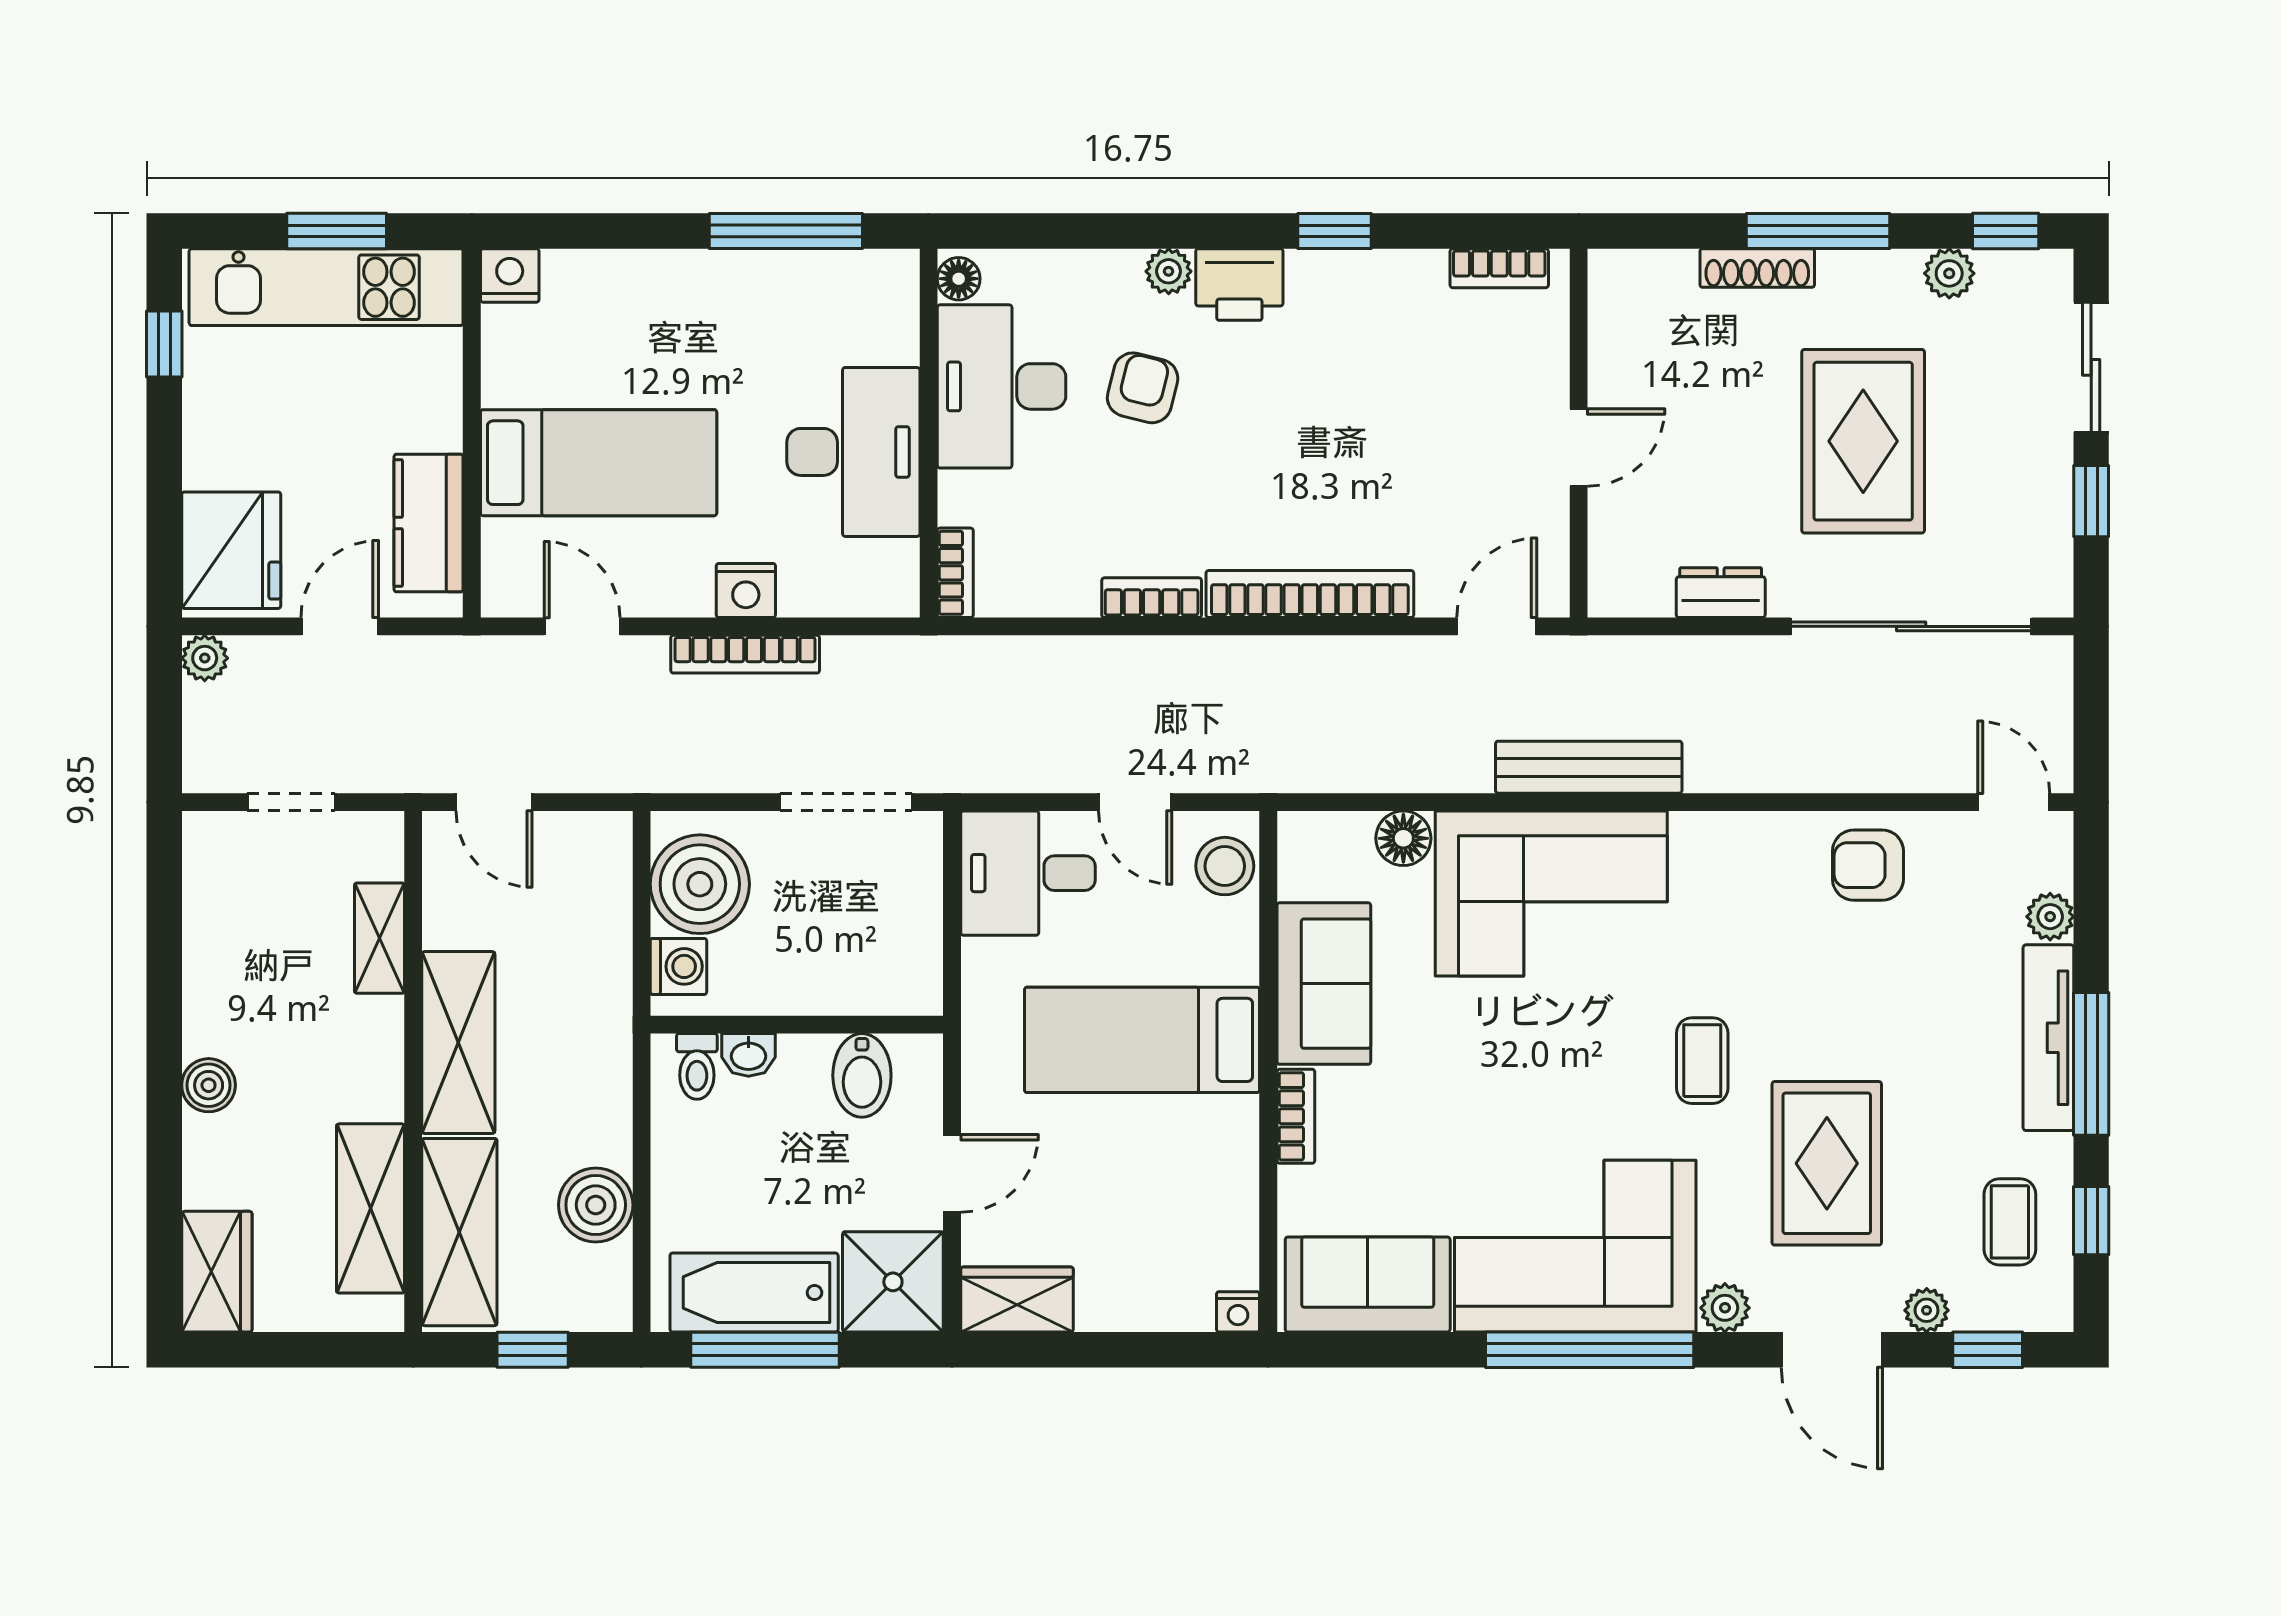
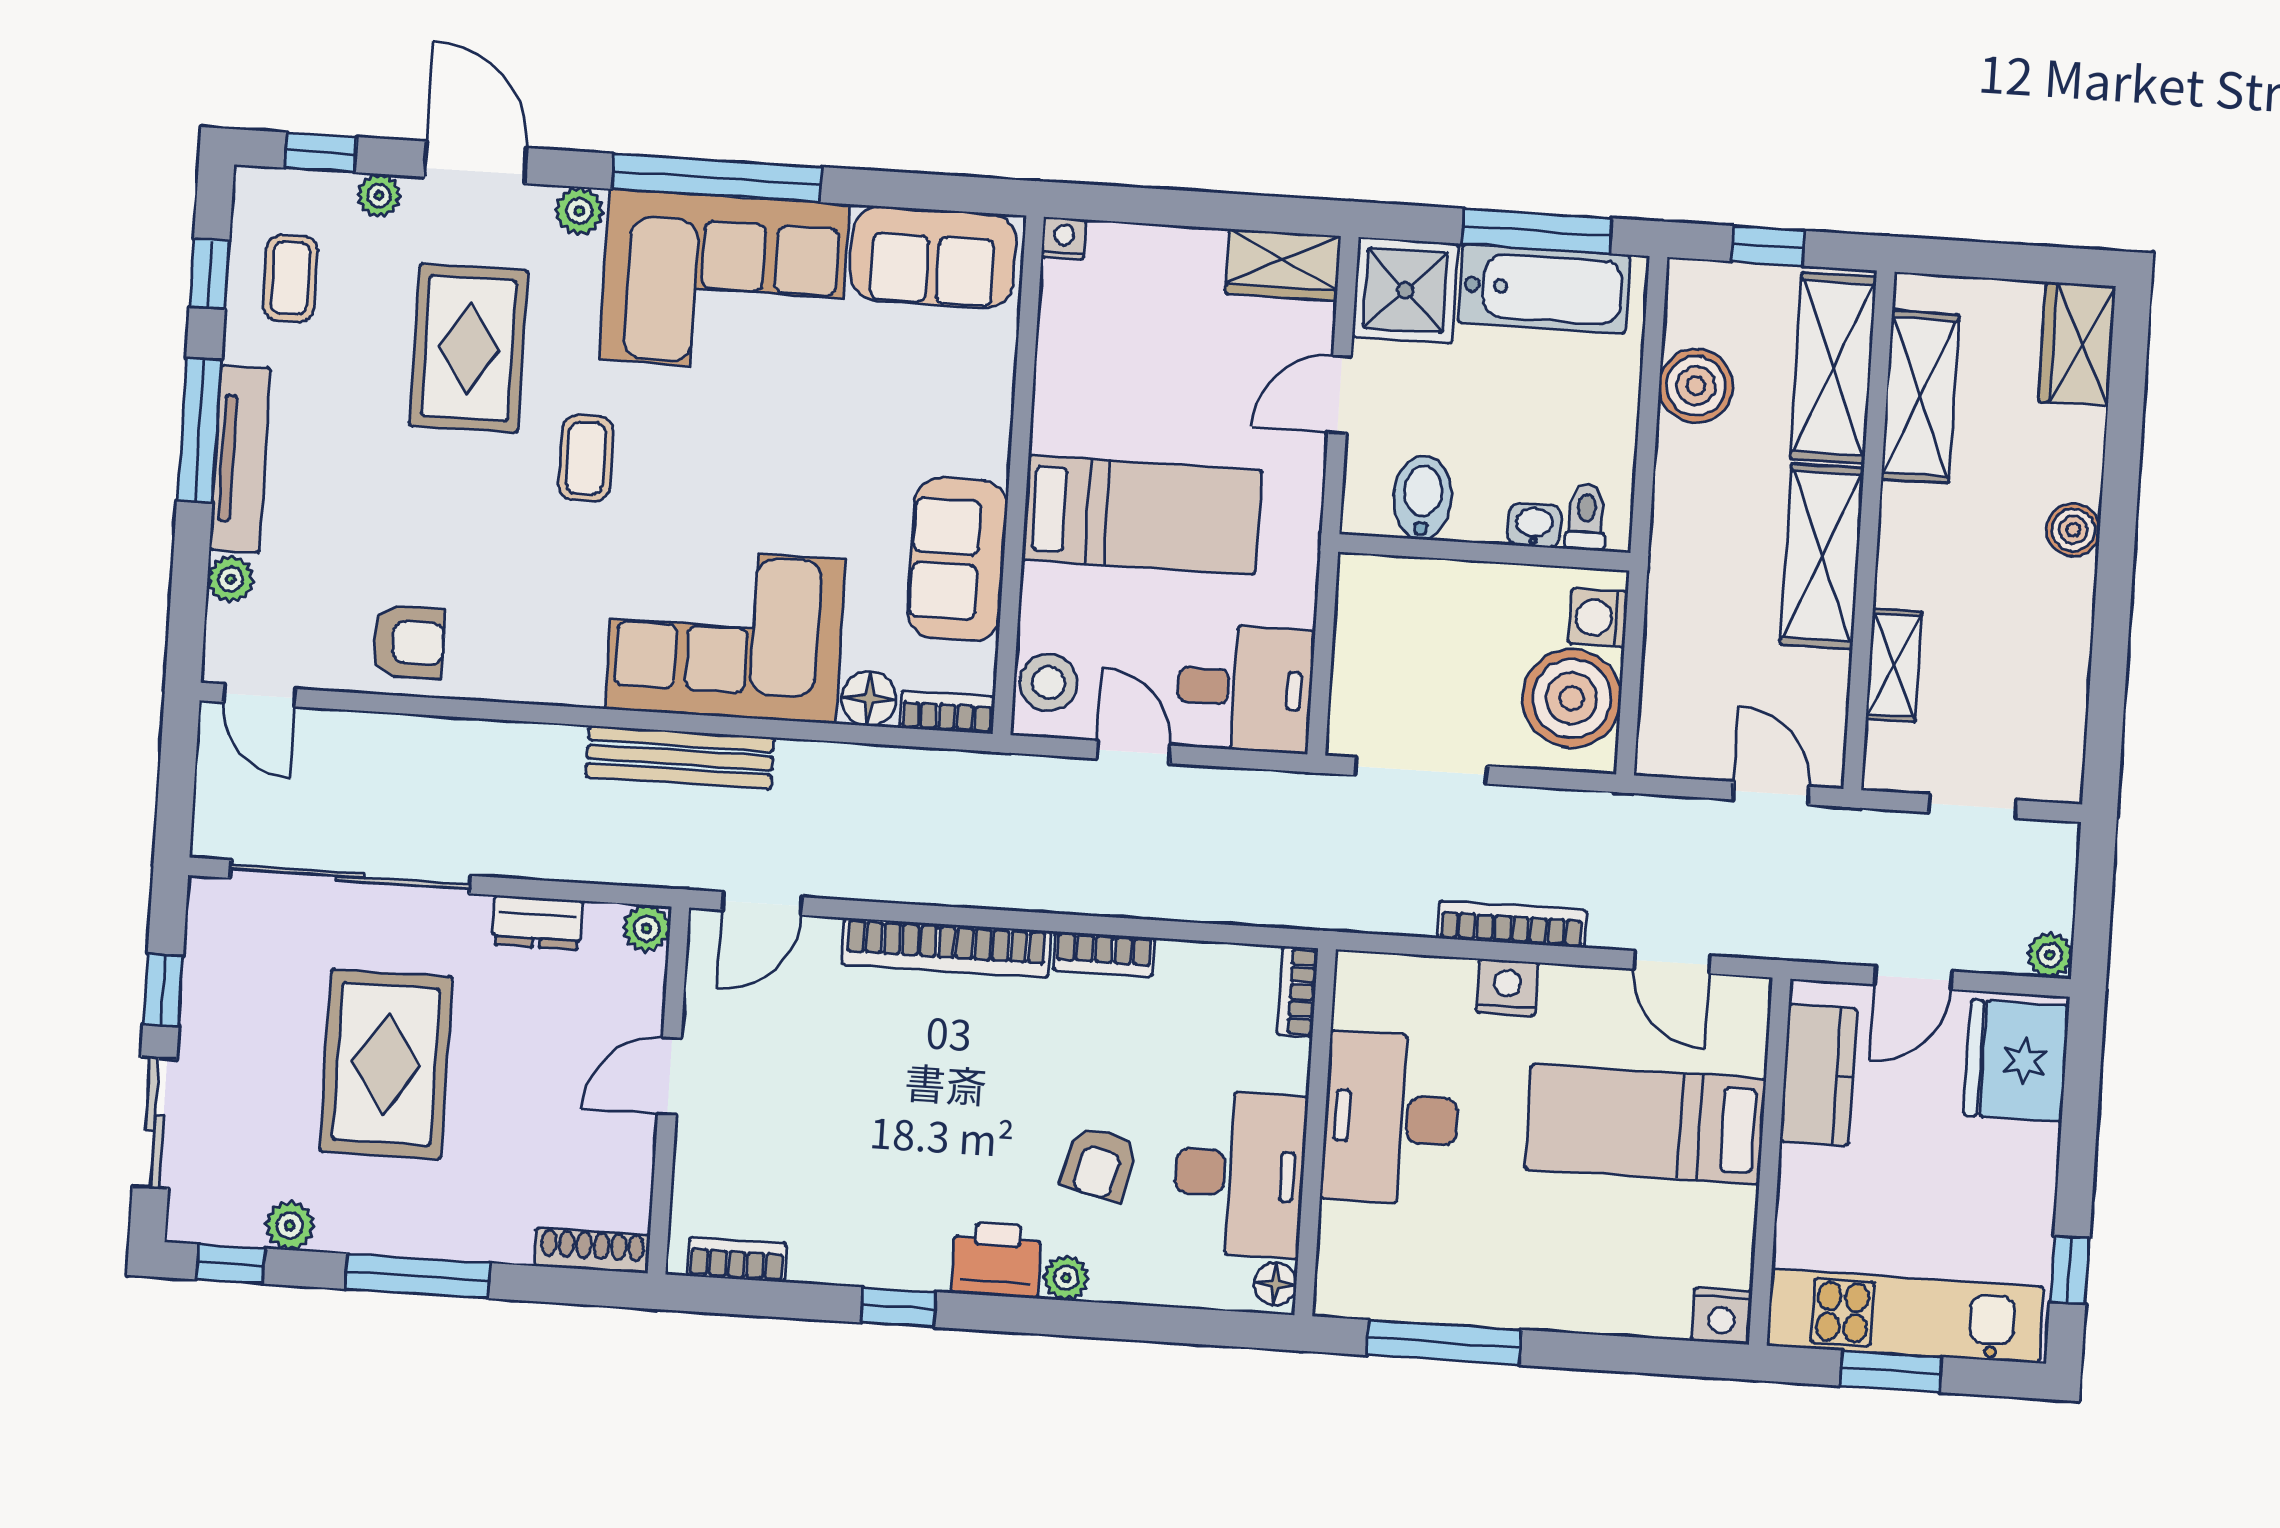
shoe rack: (1757, 268) -> (592, 1250), moved
plant: (1611, 594) -> (647, 928), added
bookcase: (1296, 1116) -> (947, 712), moved, turned 90

